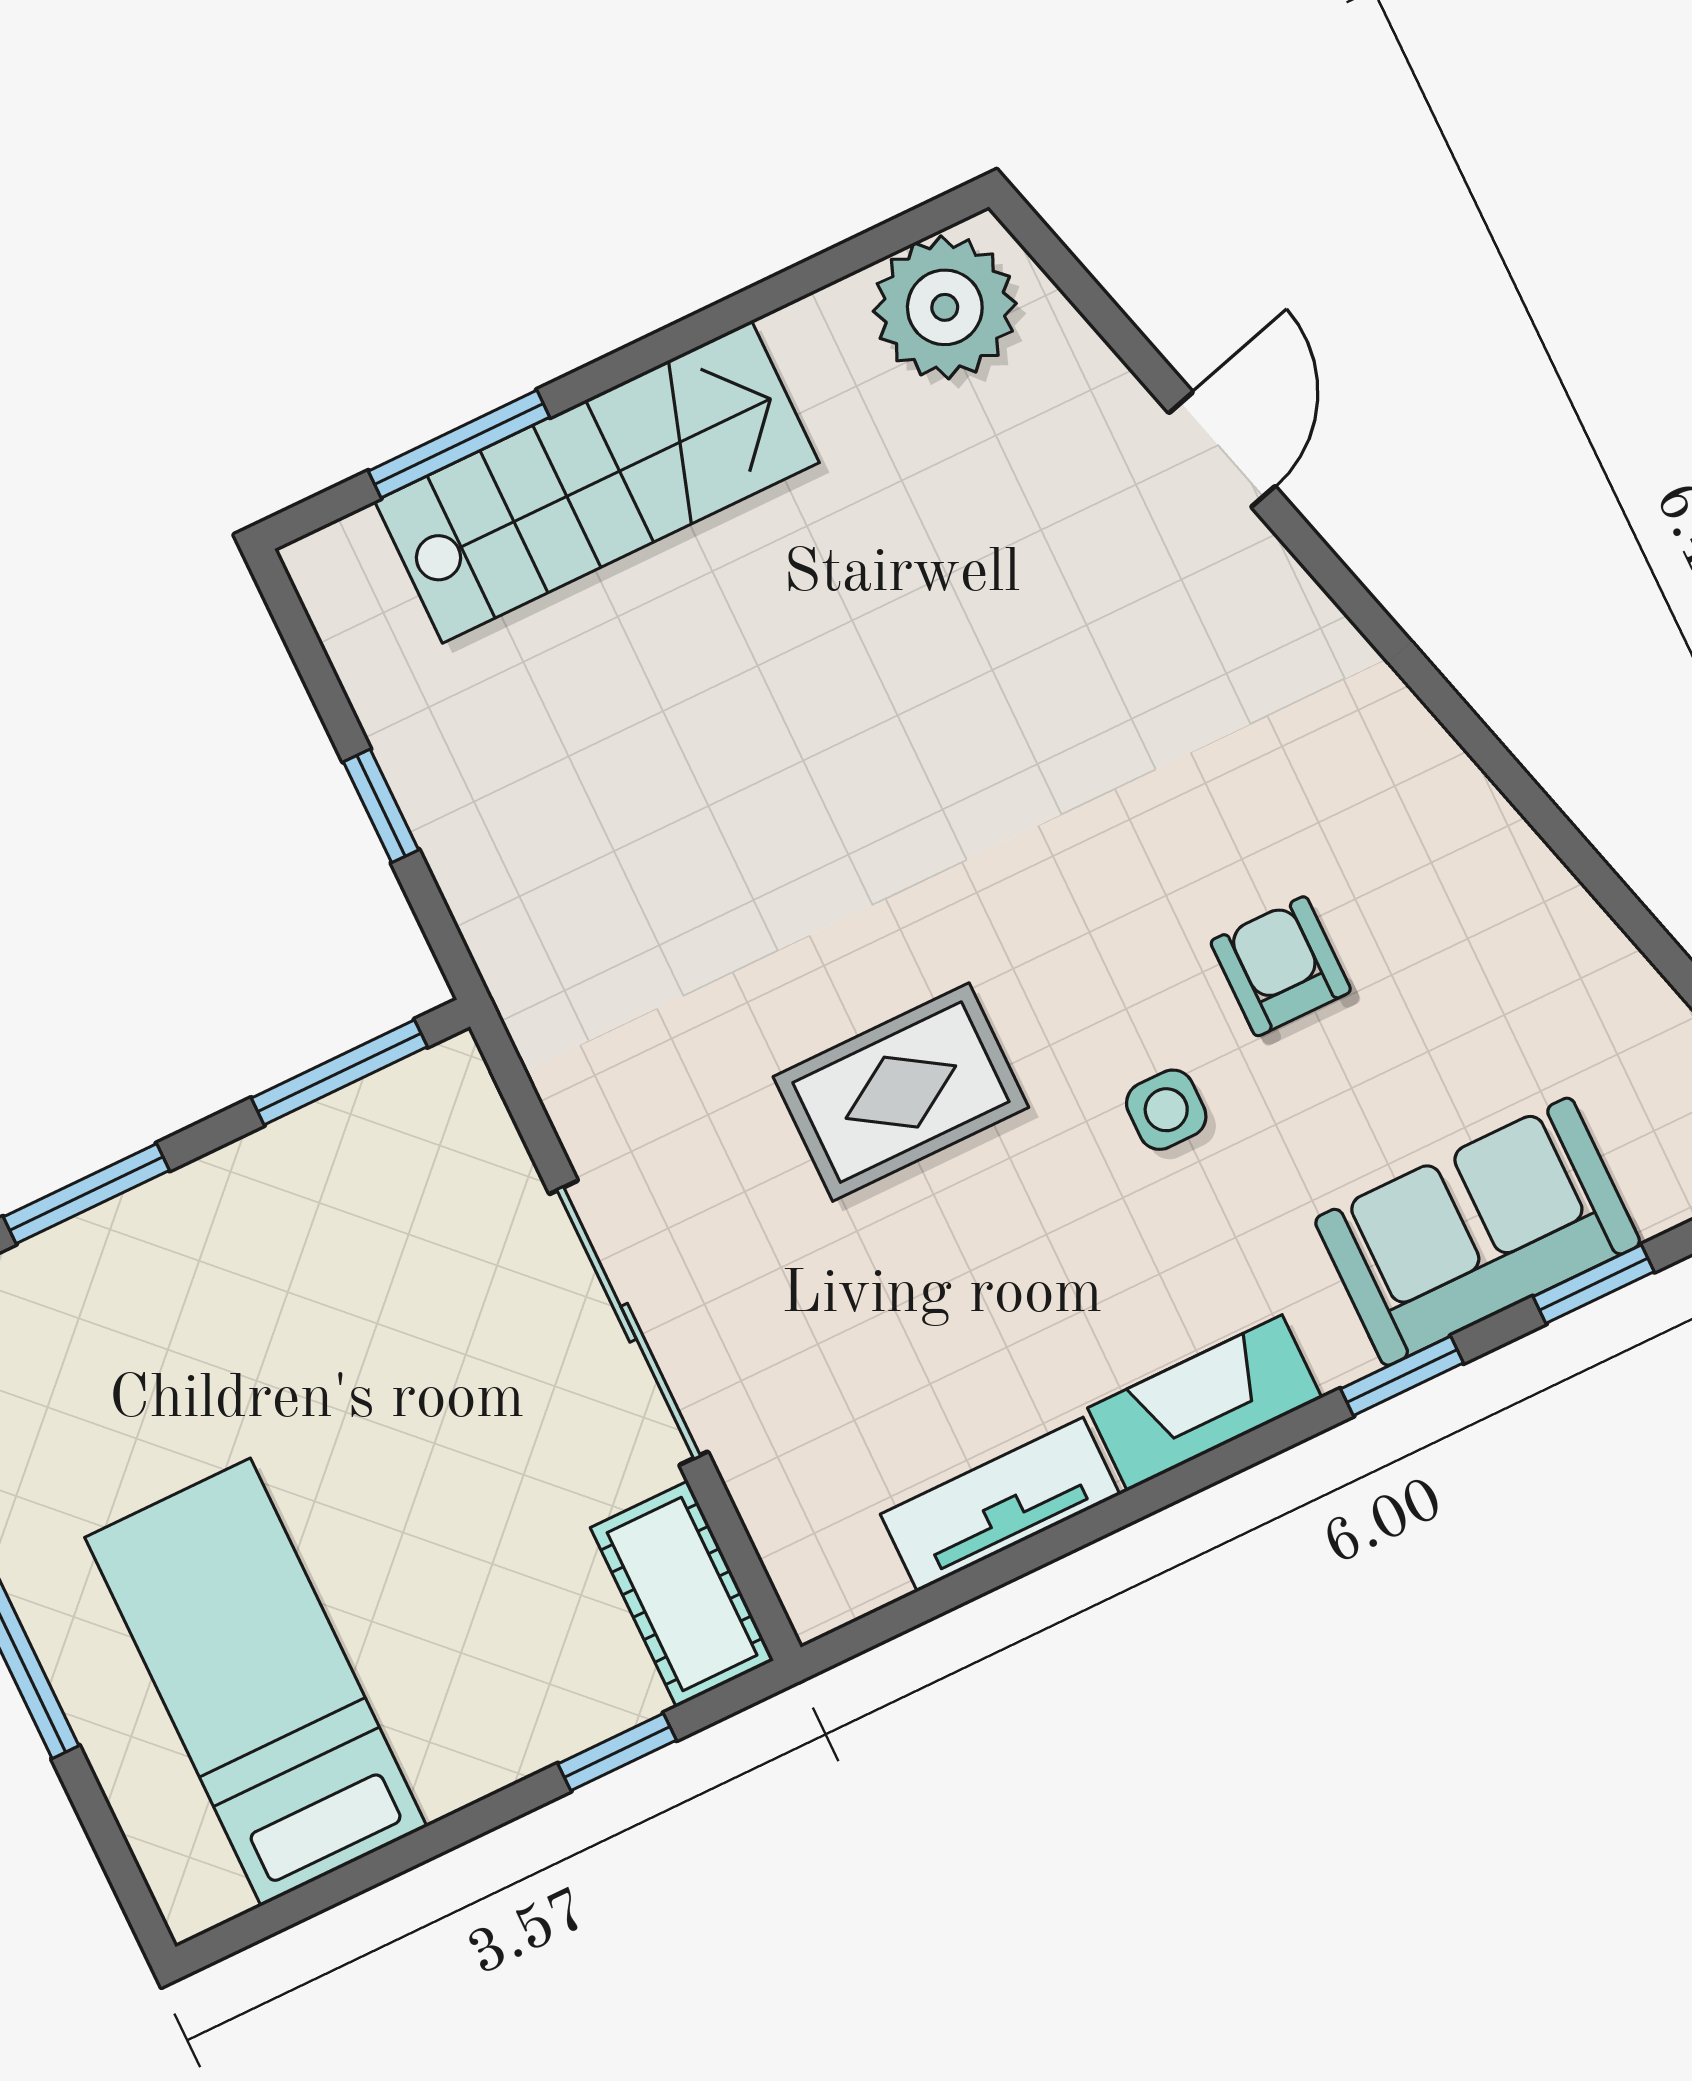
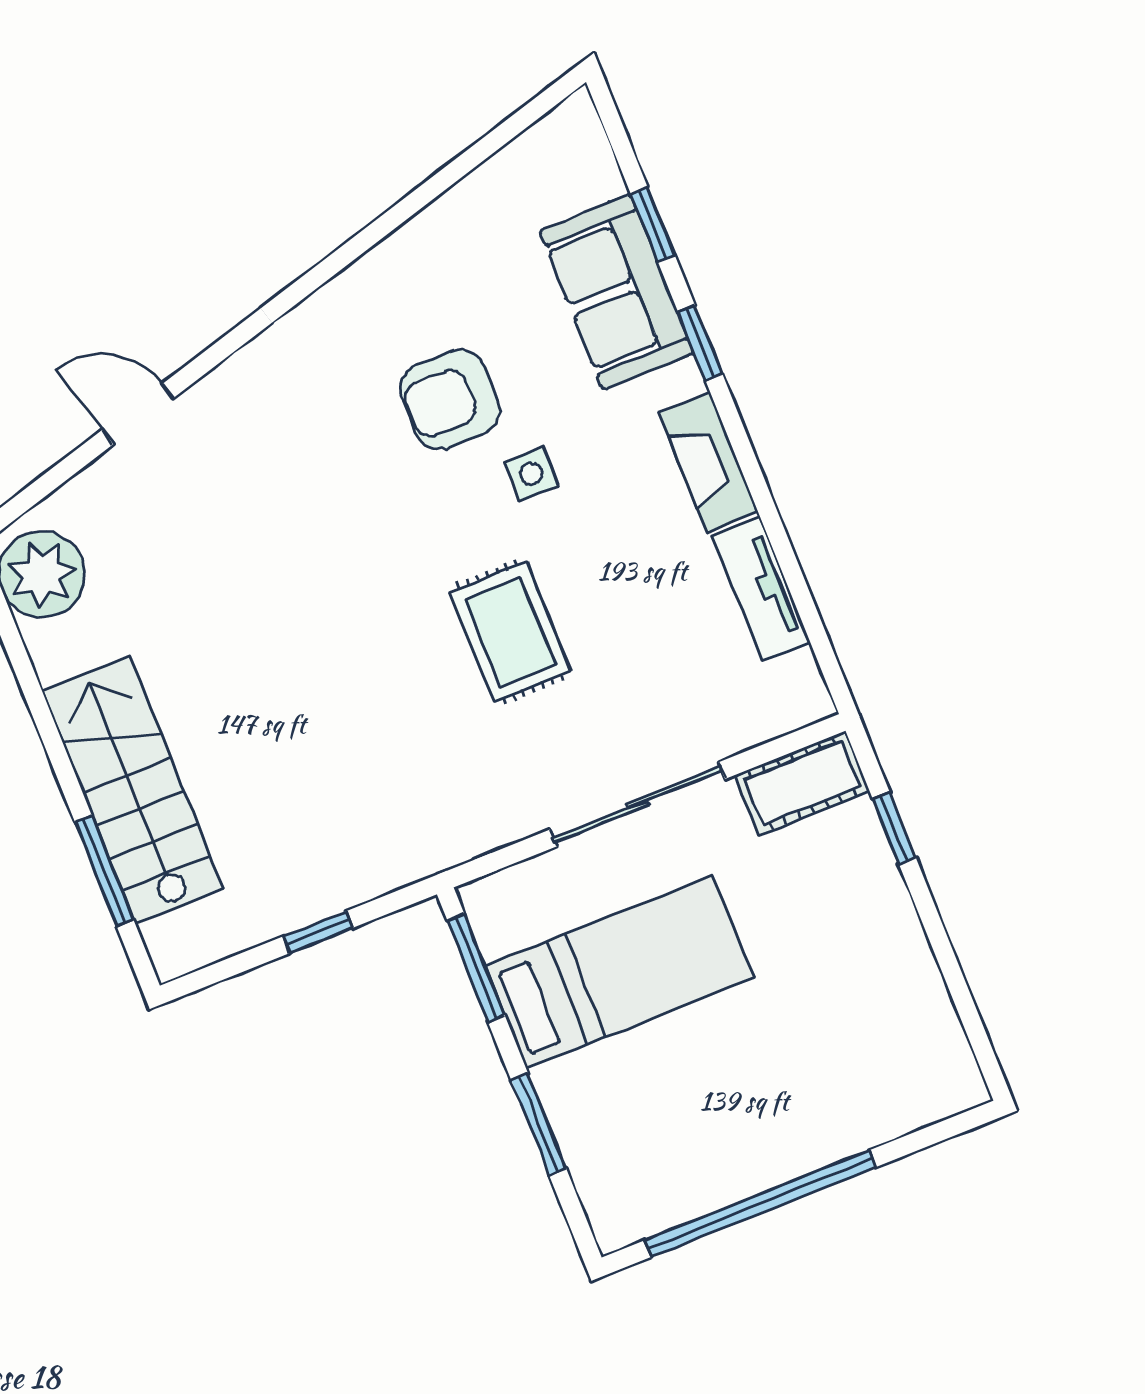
armchair: (1281, 966) -> (450, 399), width x1.38, depth x1.38
bed: (256, 1682) -> (620, 972), moved, turned 180

